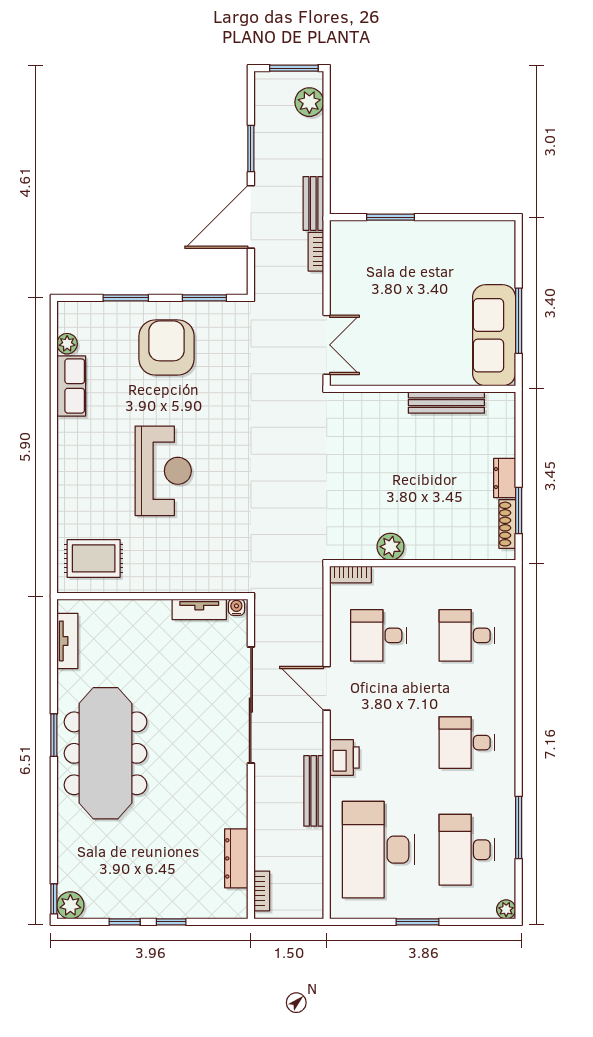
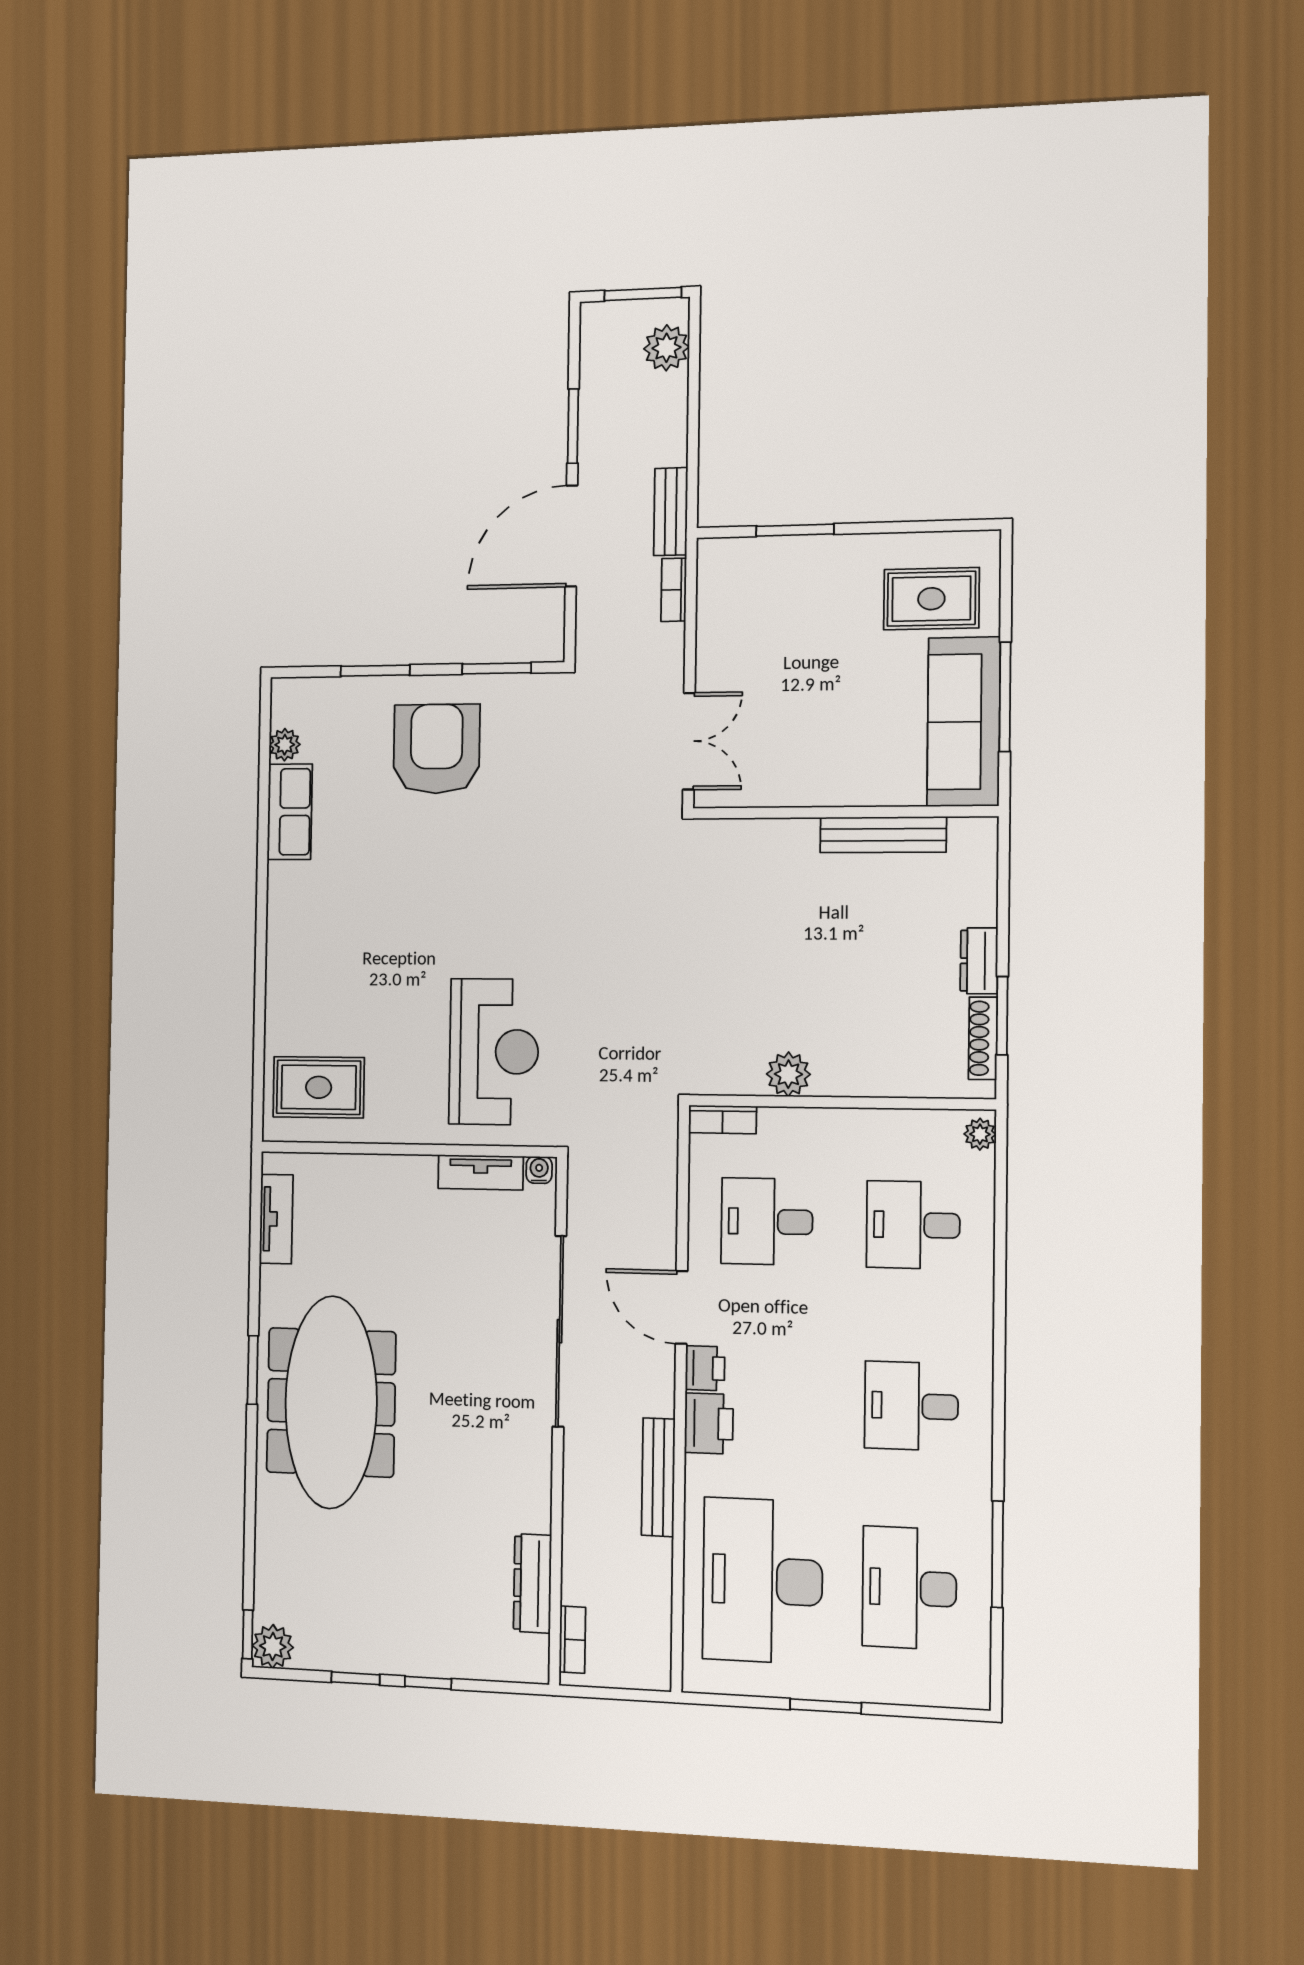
rug: (474, 261) -> (931, 599), added
reception desk: (163, 471) -> (494, 1052), moved
printer: (342, 724) -> (705, 1368), added
plant: (506, 909) -> (980, 1134), moved

